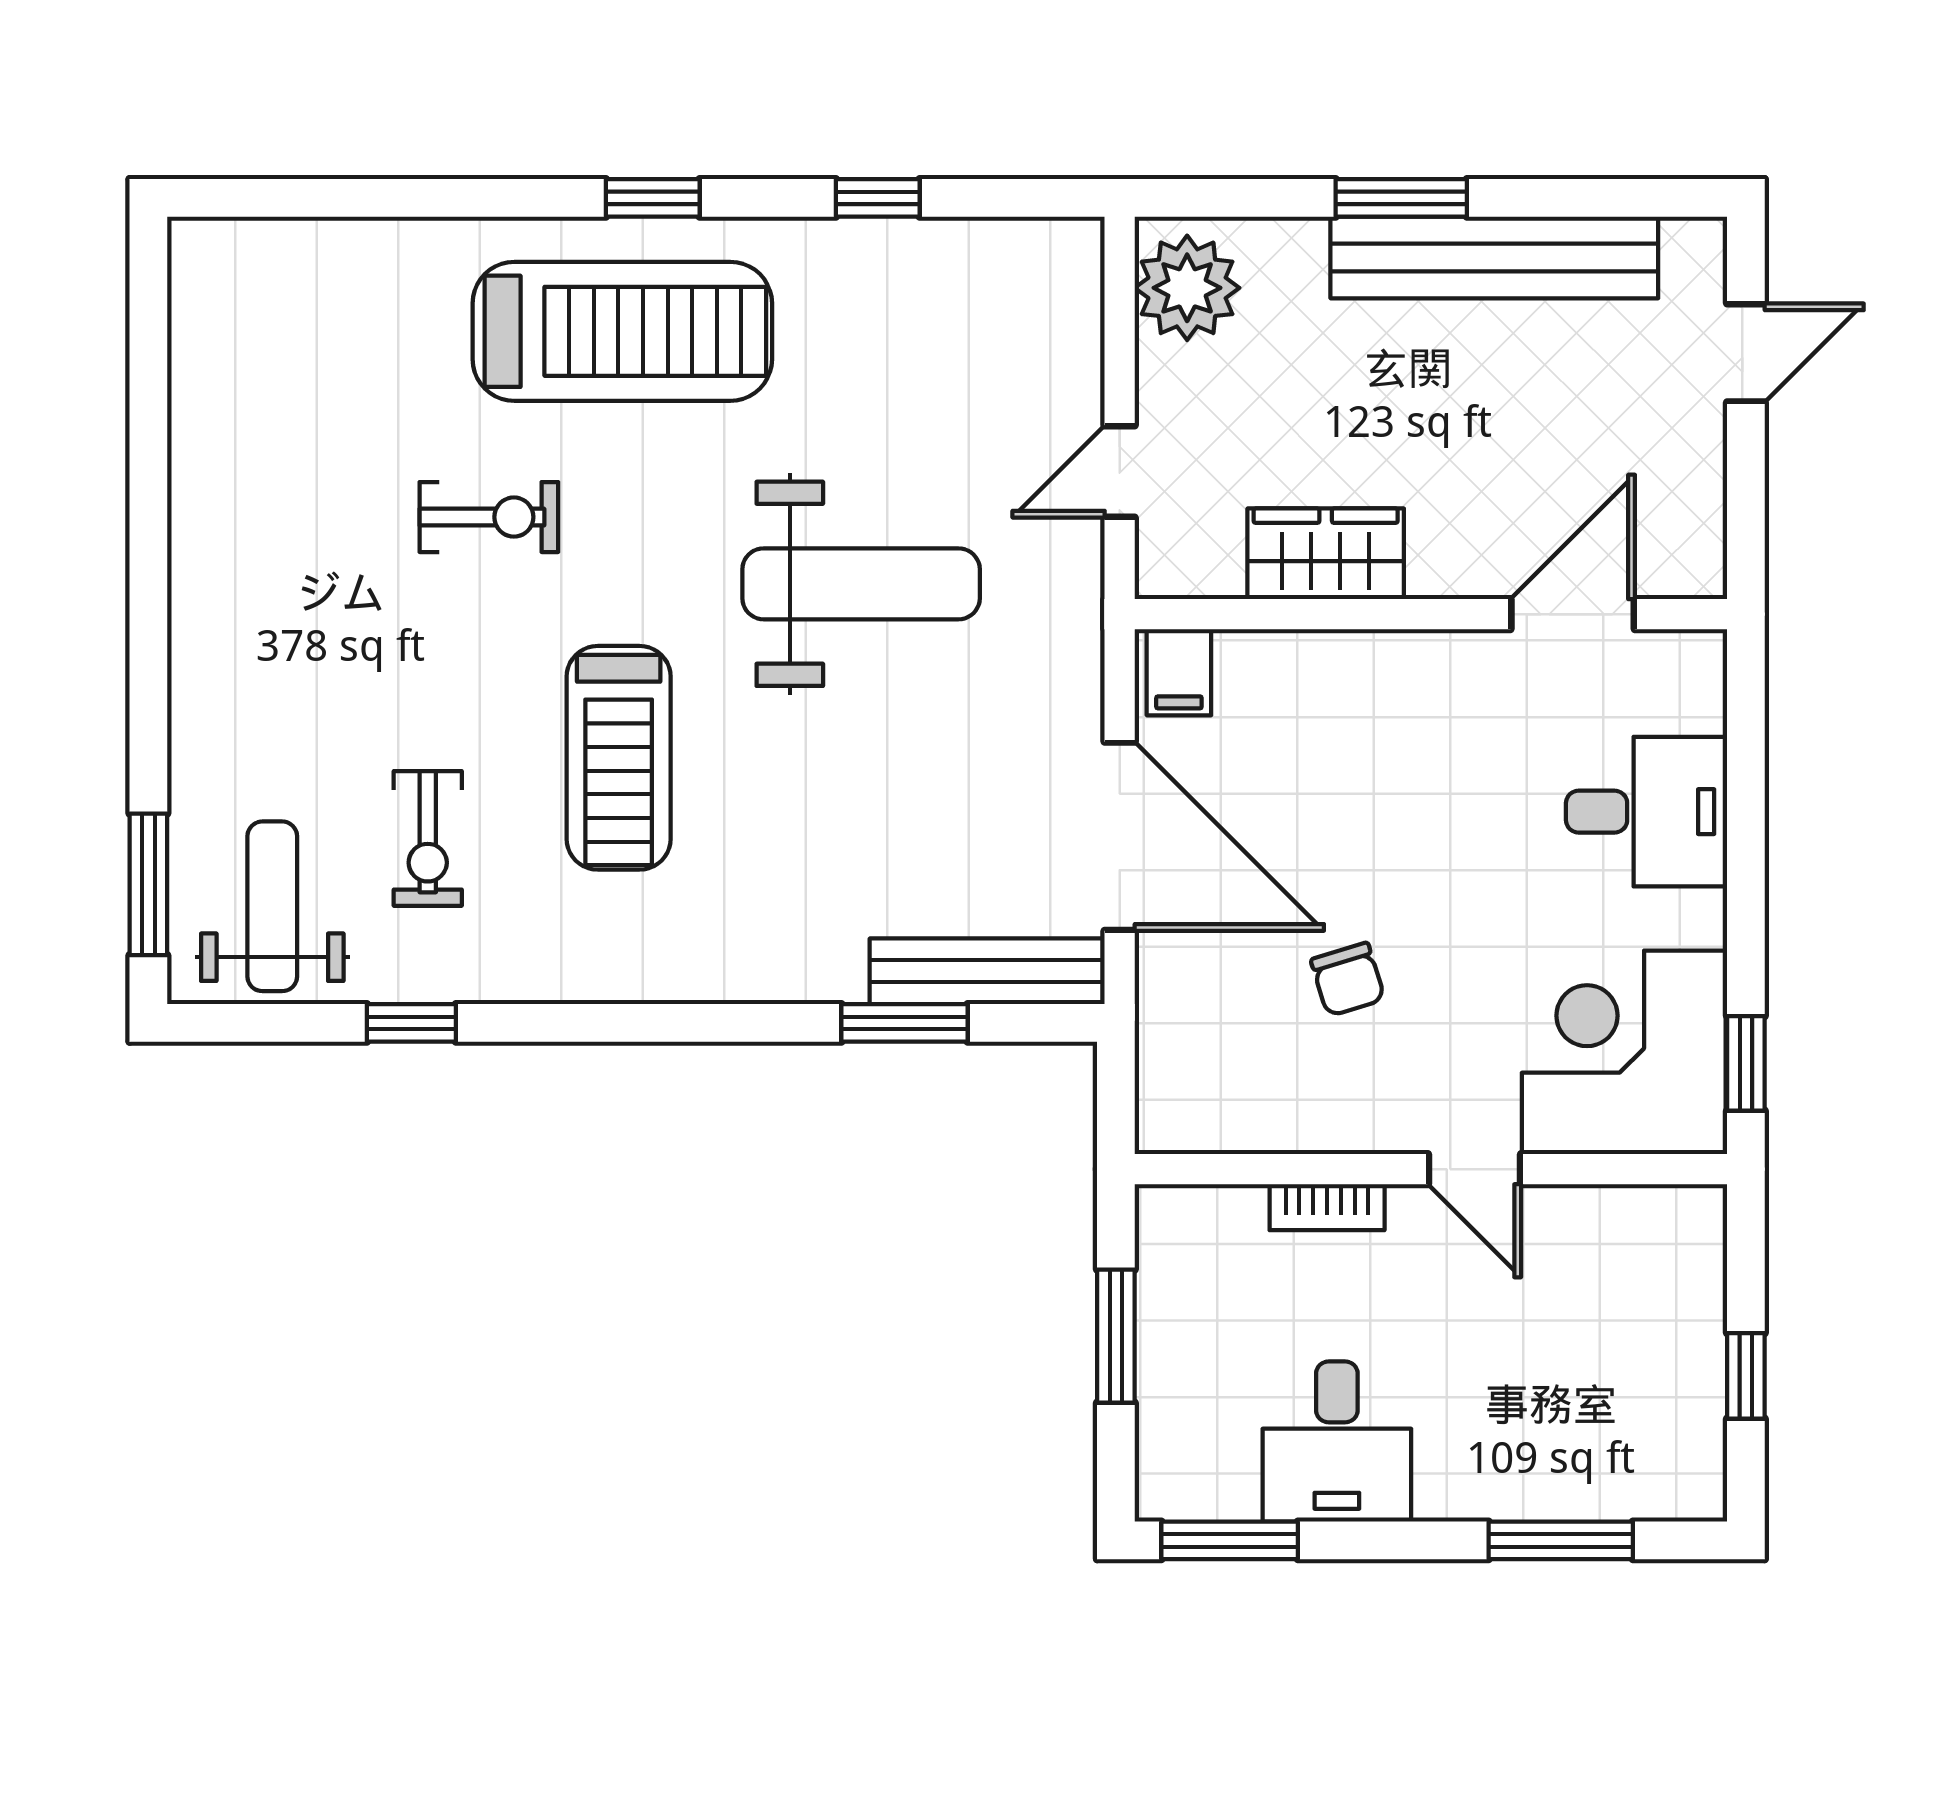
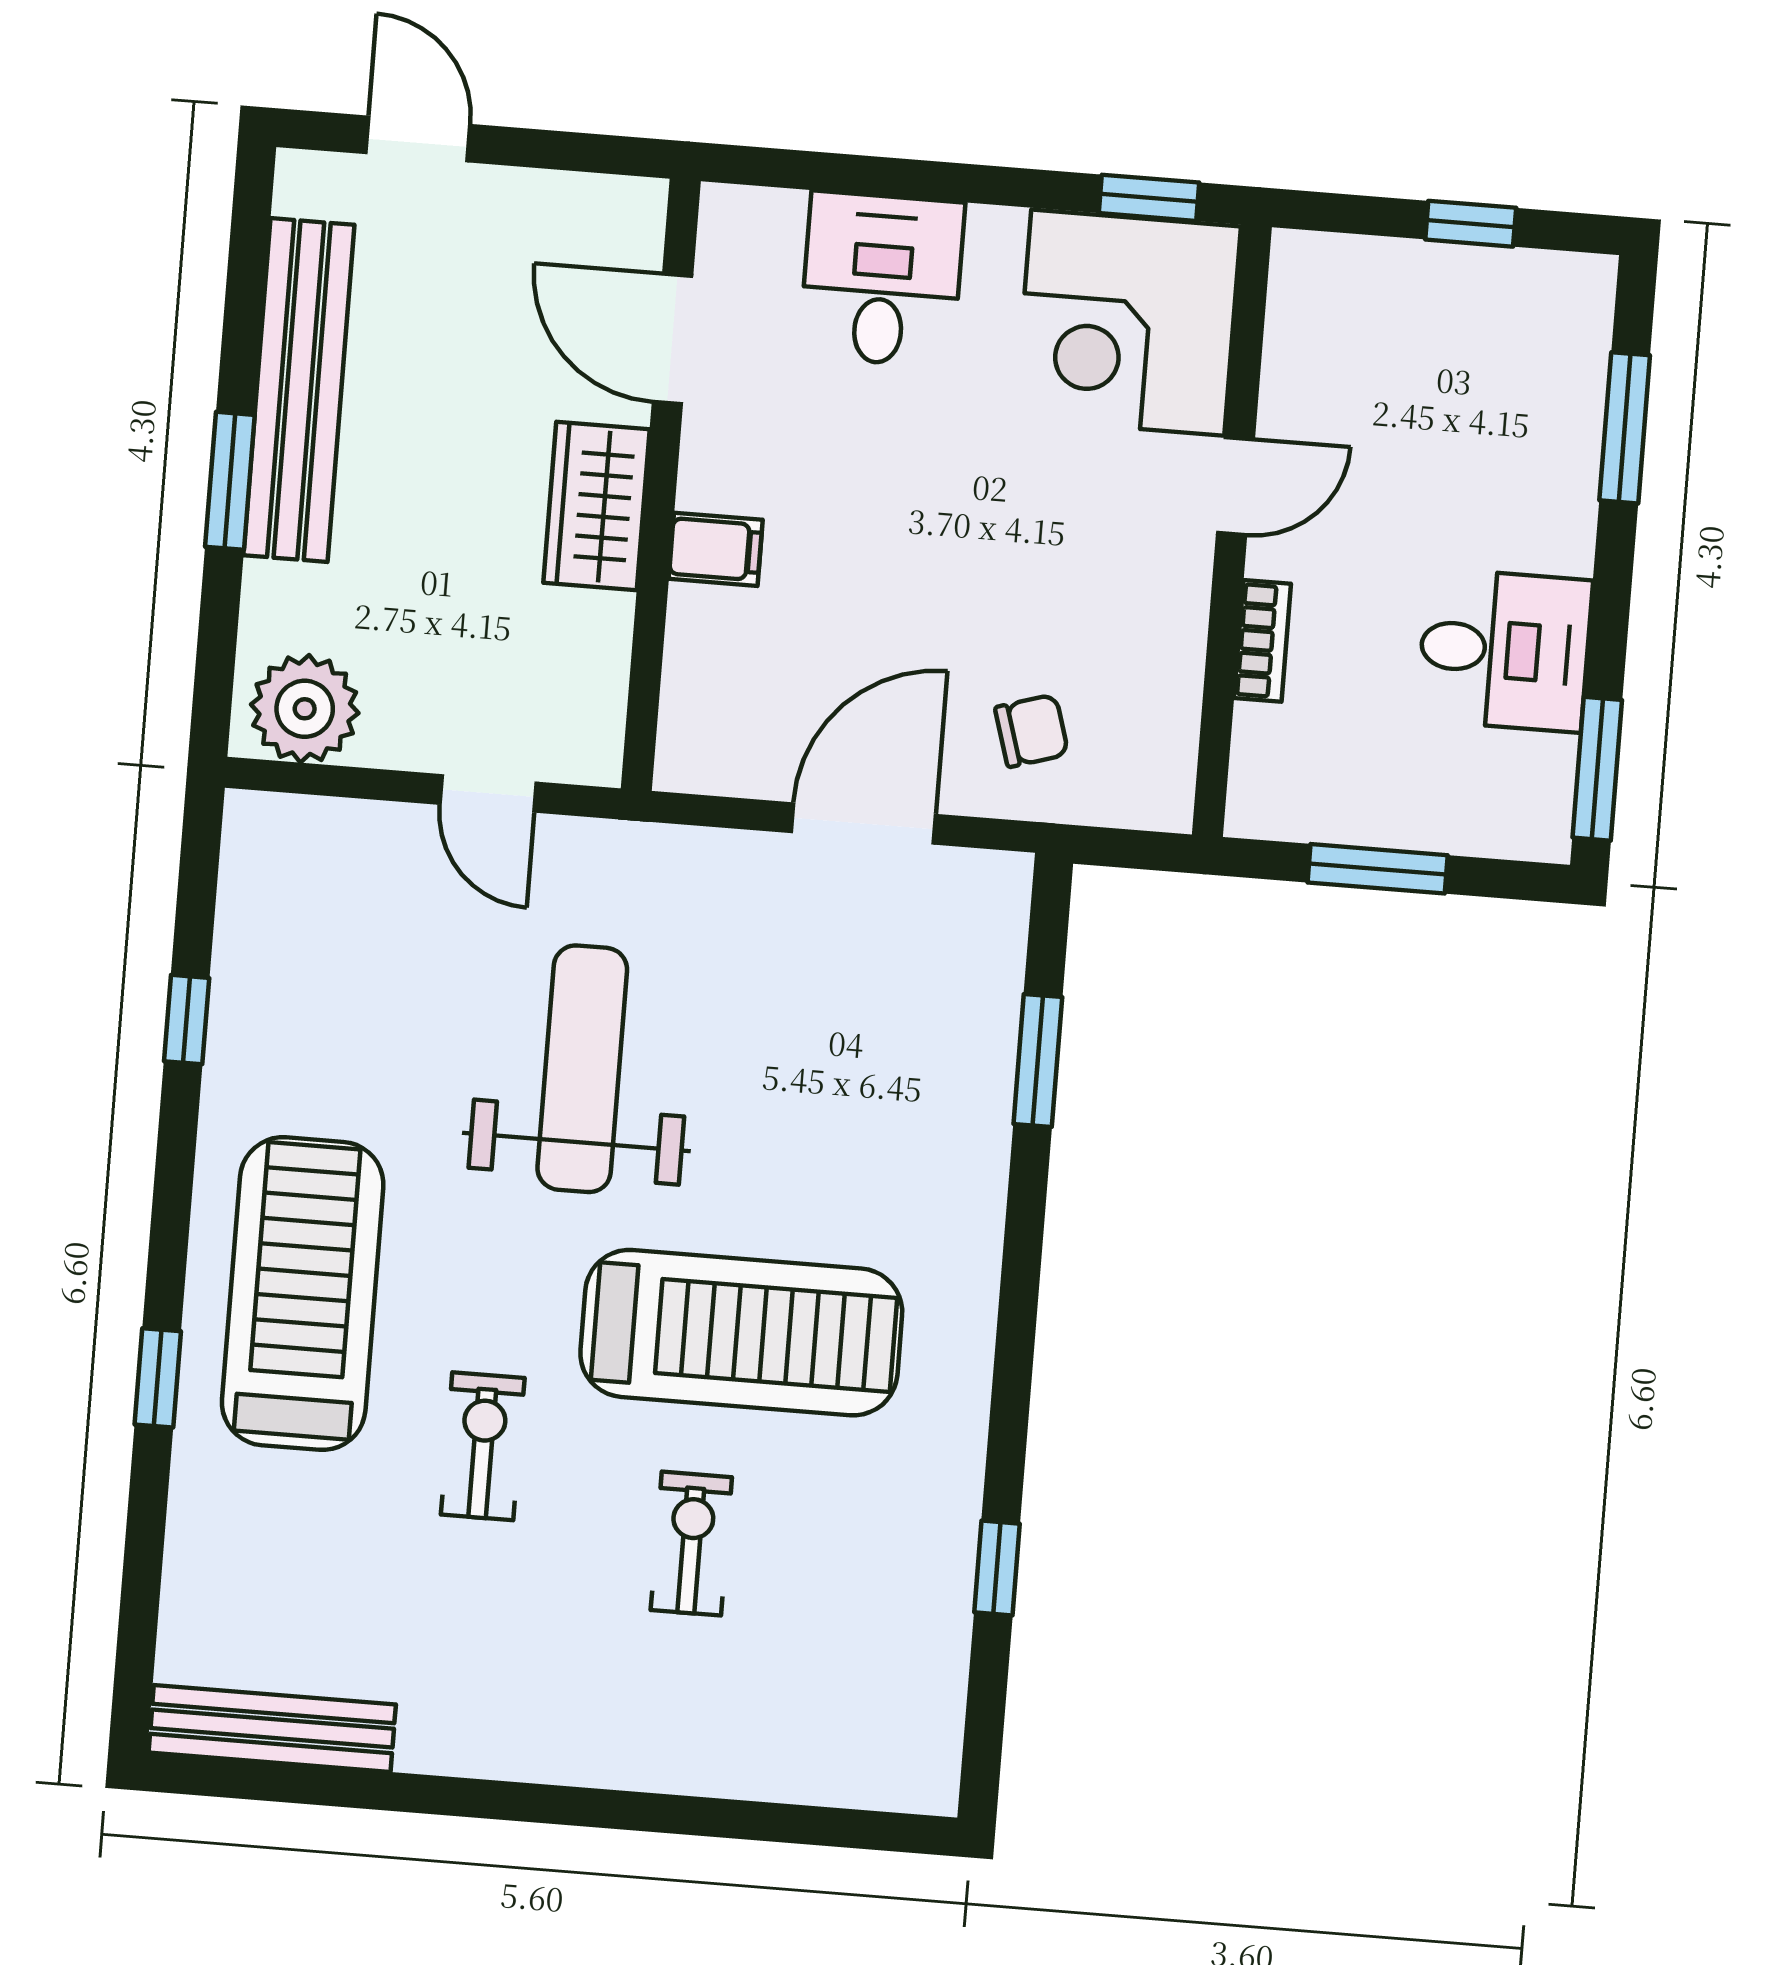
window: (653, 198) -> (158, 1378), moved
wardrobe: (1326, 554) -> (597, 506), moved
filing cabinet: (1179, 672) -> (716, 549), moved
treadmill: (619, 758) -> (741, 1333), width x1.37, depth x1.38
door: (1120, 836) -> (863, 824), width x0.73
exercise bike: (428, 838) -> (691, 1544), moved, turned -90
window: (148, 884) -> (833, 1827), removed
weight bench: (272, 906) -> (865, 1701), removed
bench: (987, 971) -> (272, 1728), moved, turned 90
chair: (1348, 979) -> (1032, 731), moved

